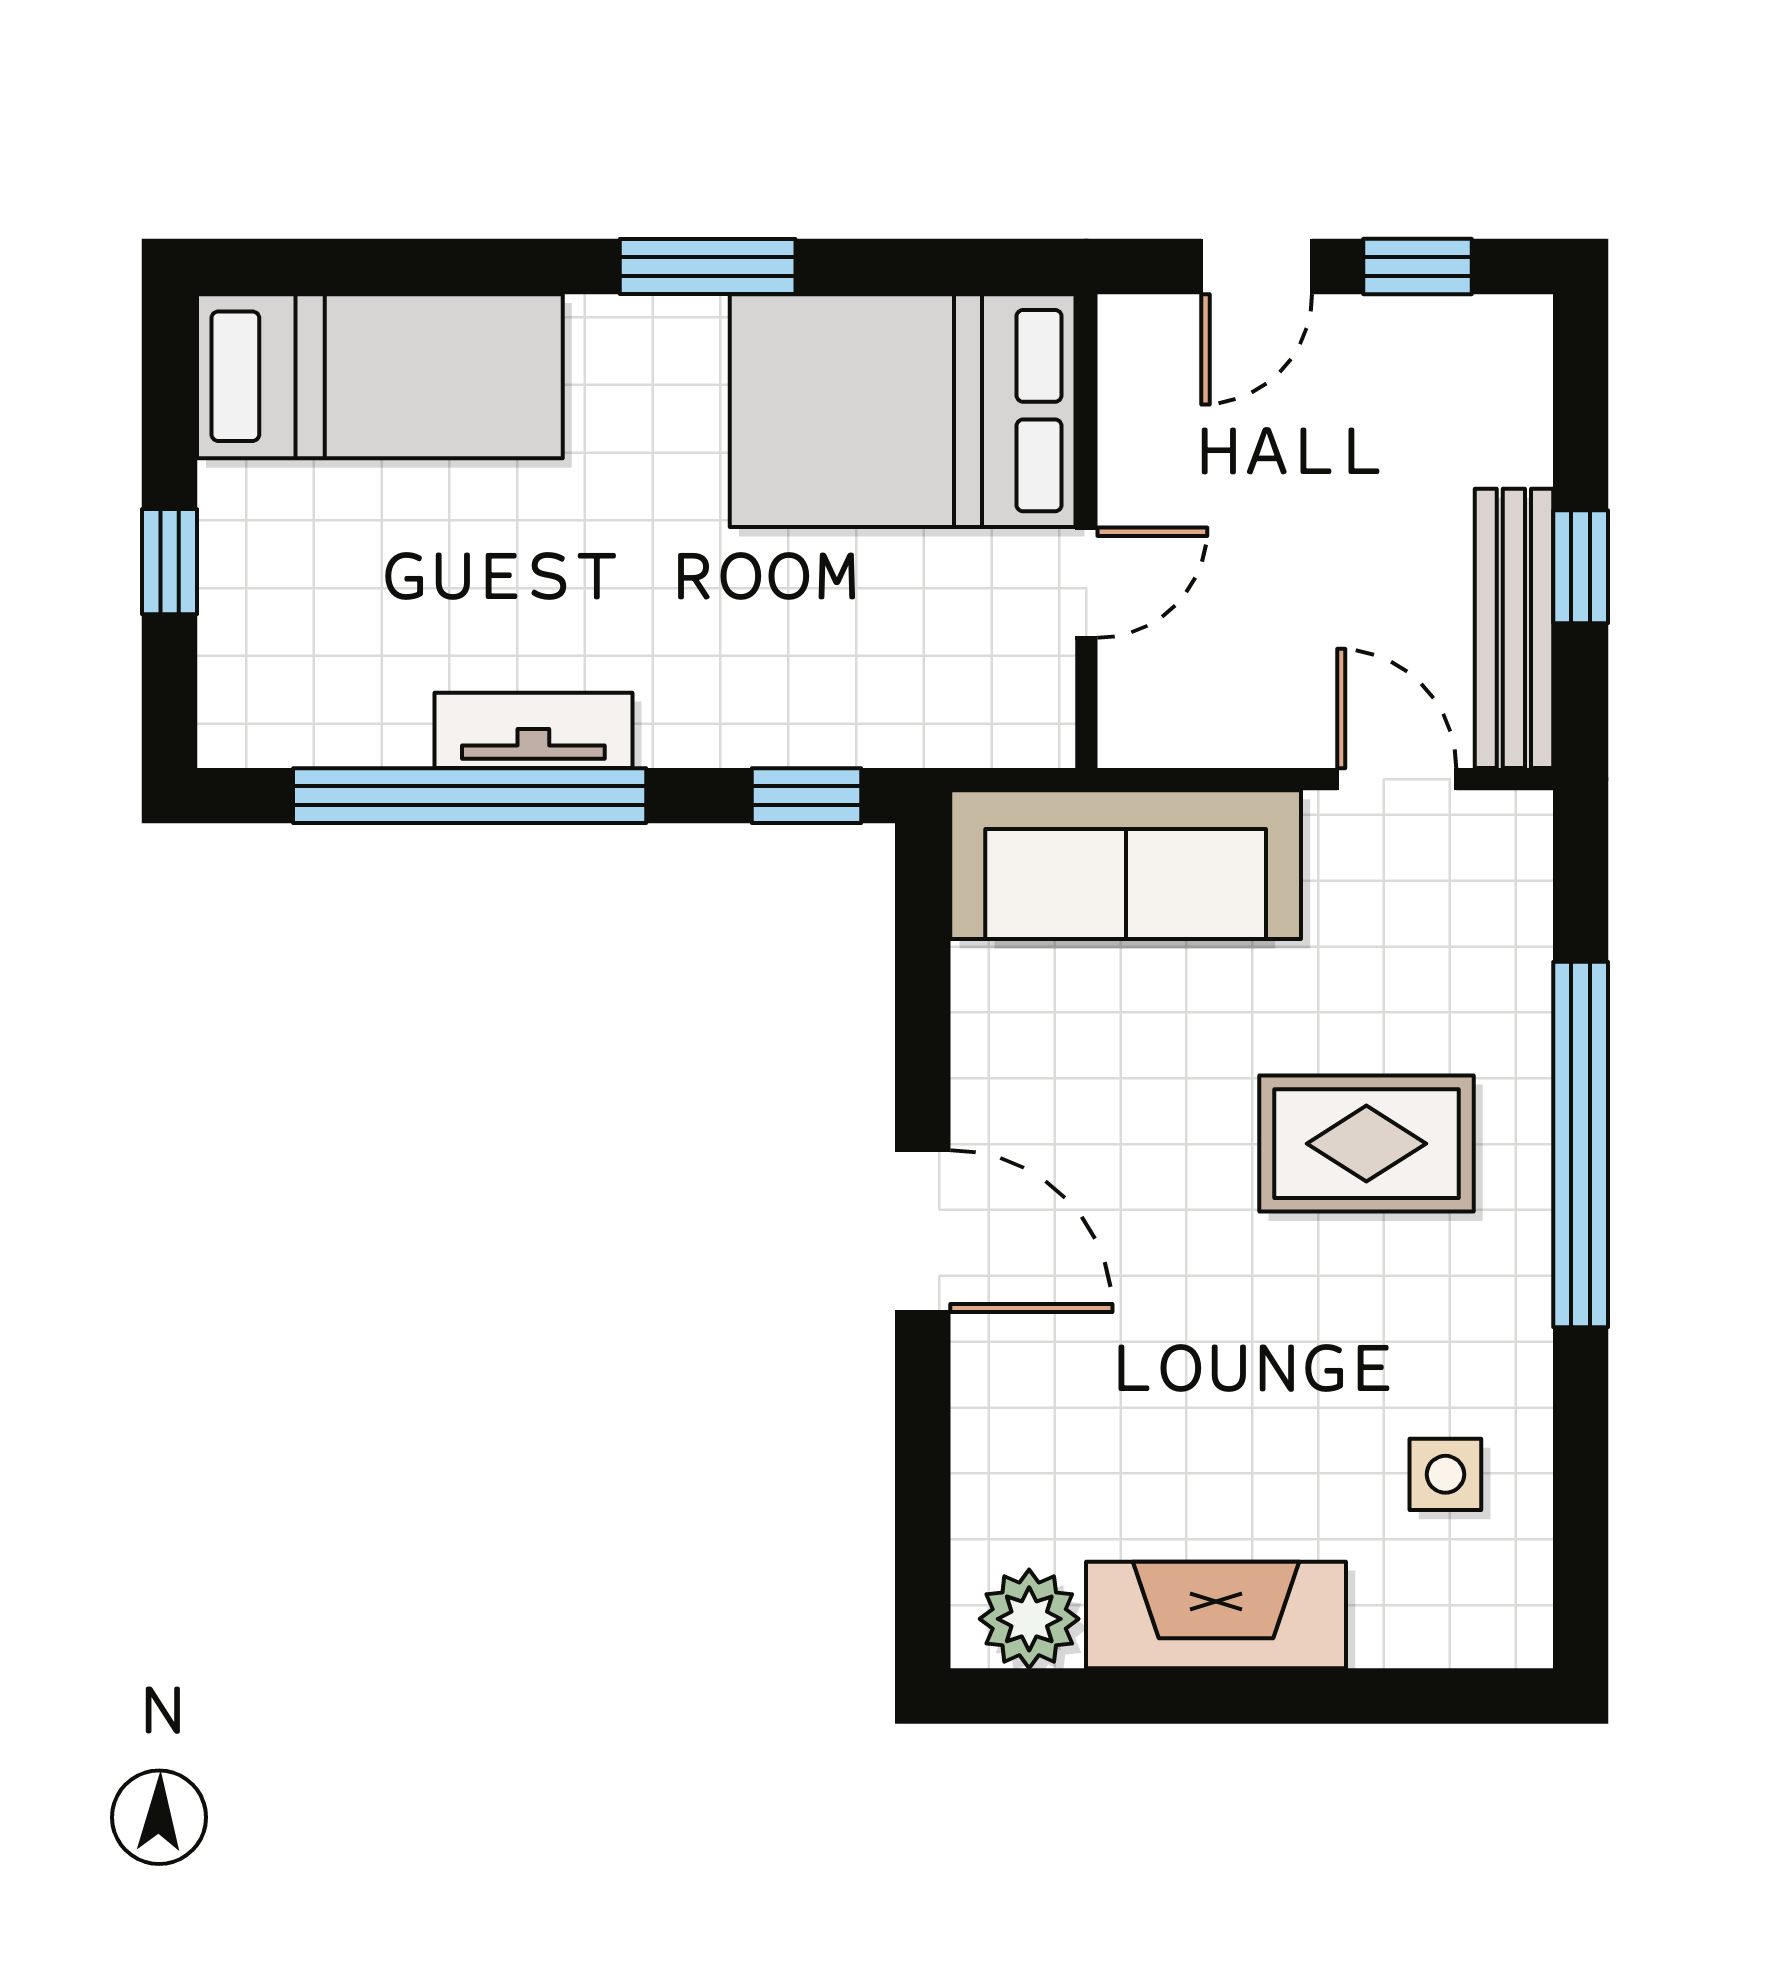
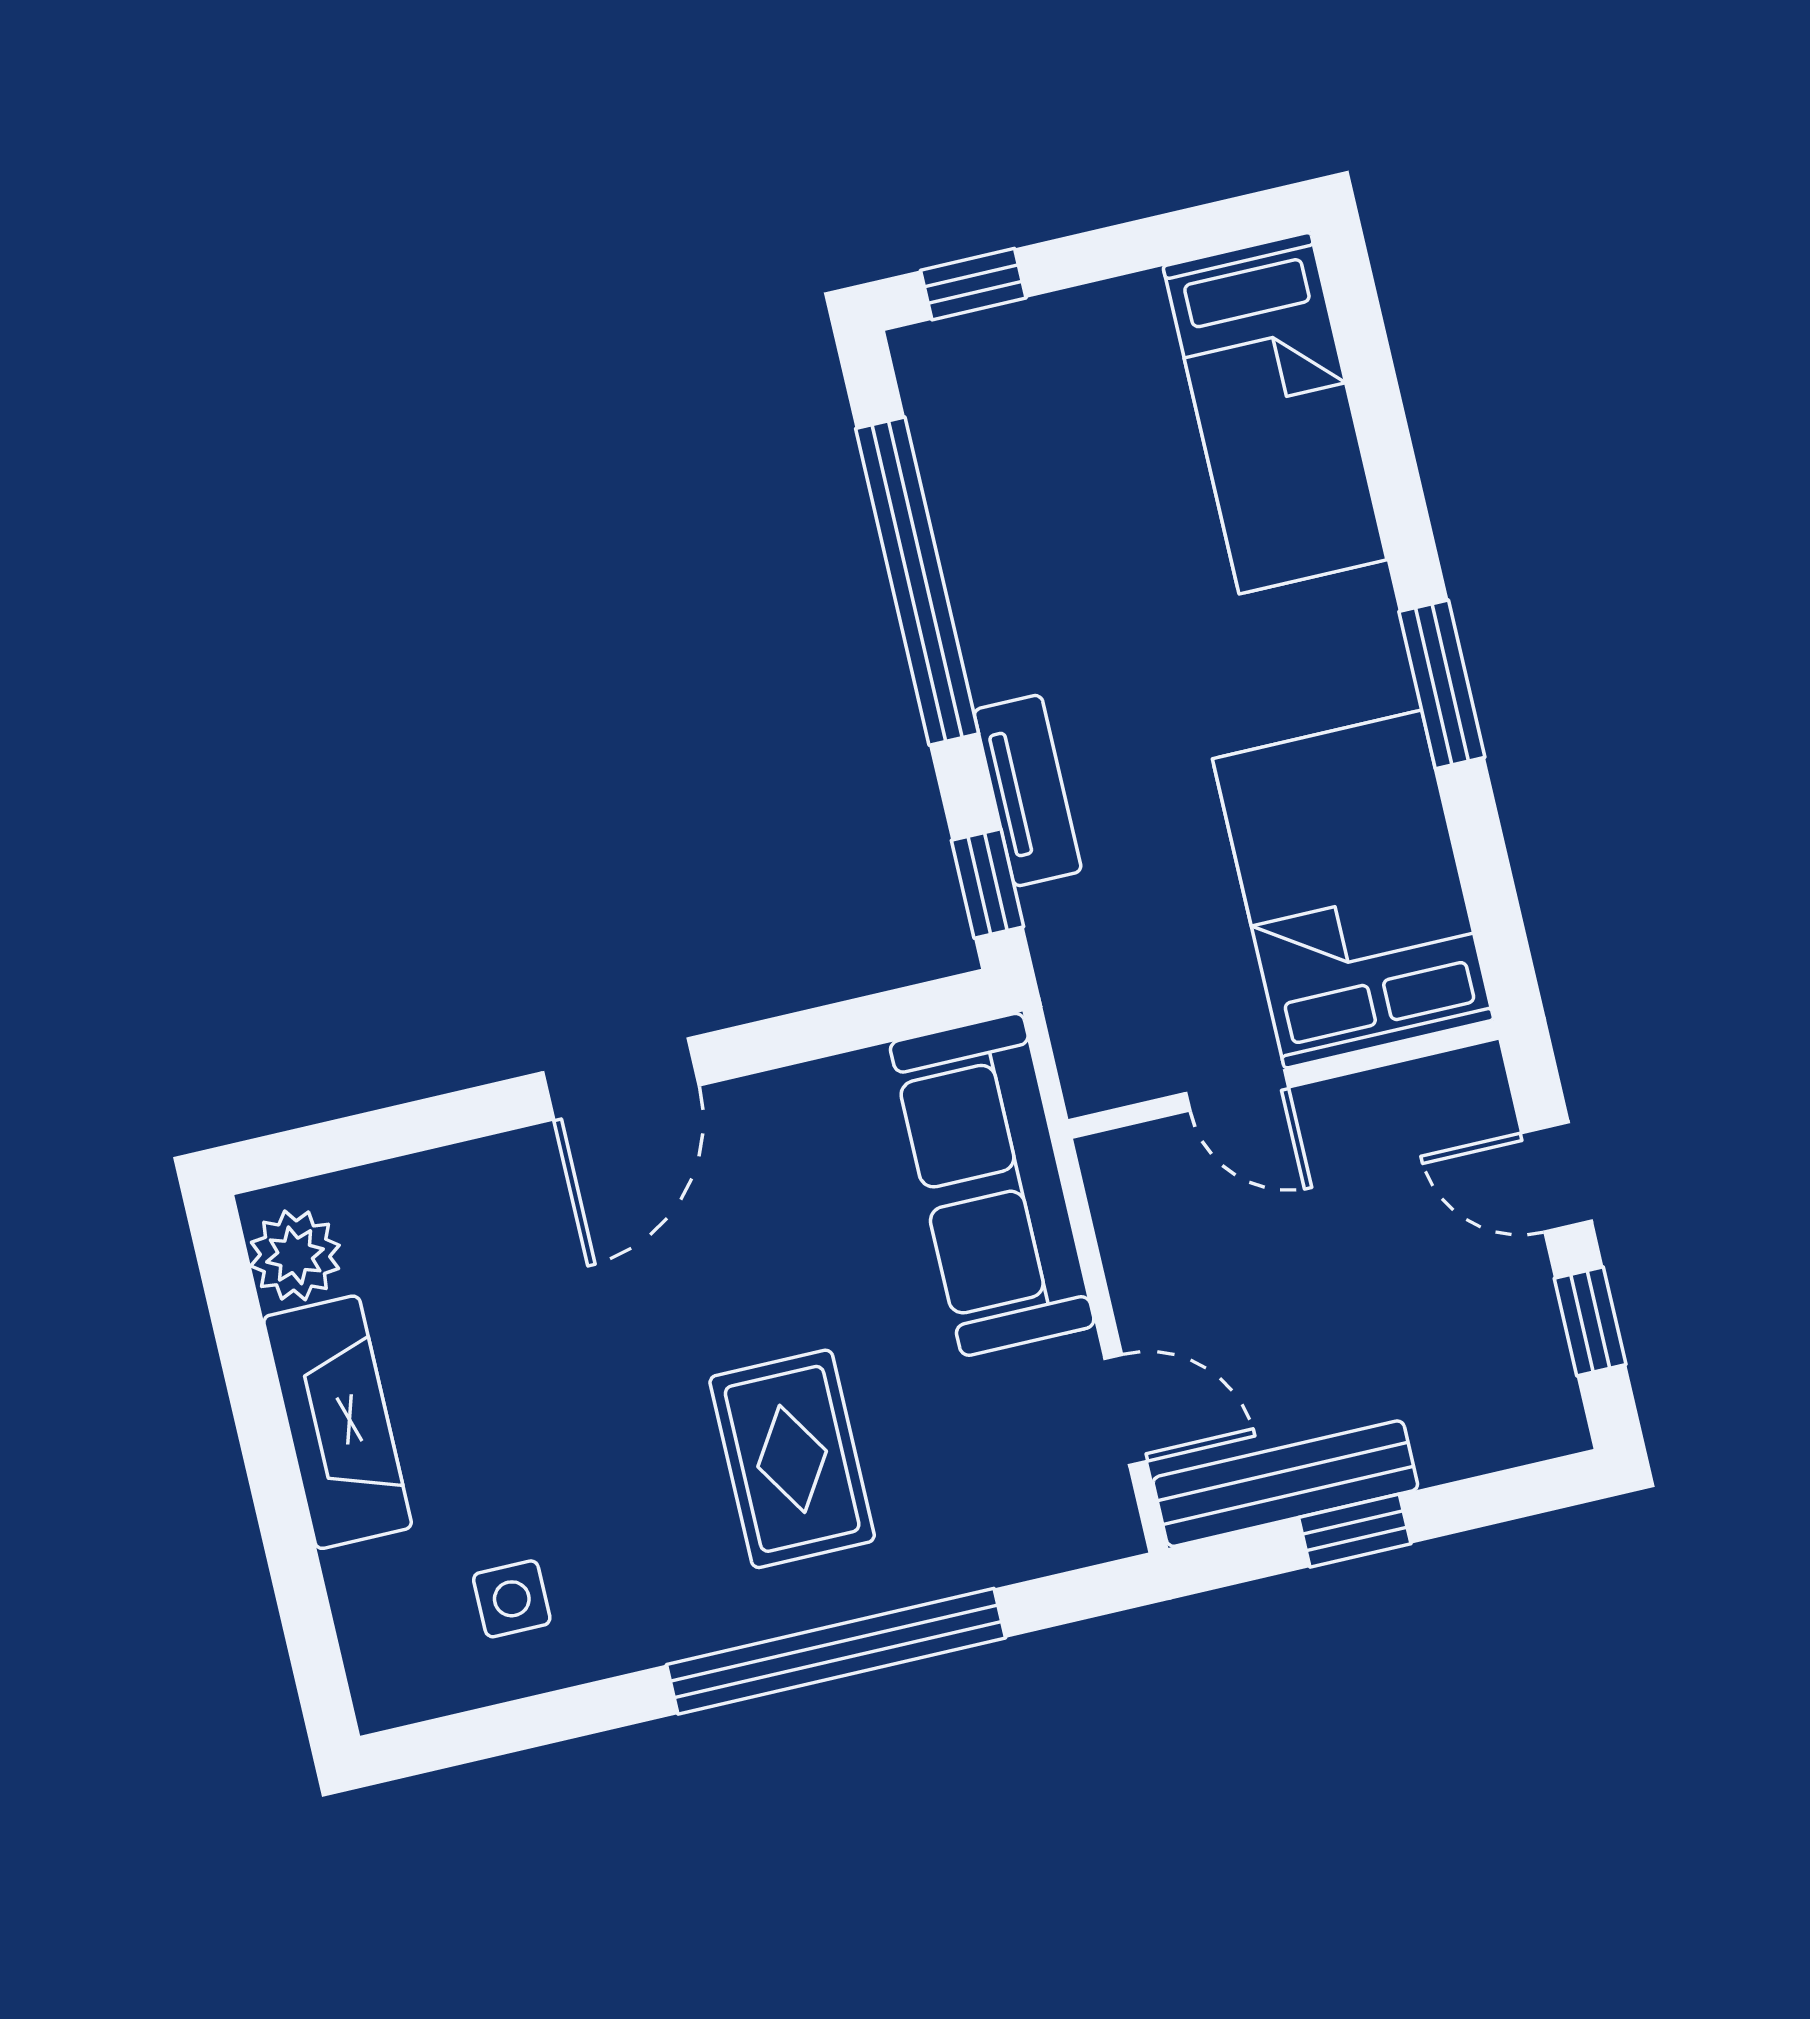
window: (169, 562) -> (973, 284), moved
tv unit: (533, 730) -> (1028, 791), moved
door: (1397, 779) -> (1126, 1410), hinge flipped

